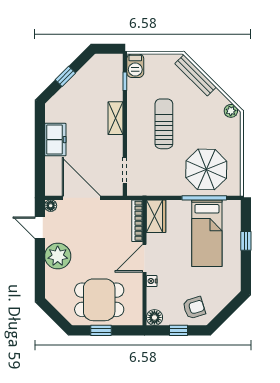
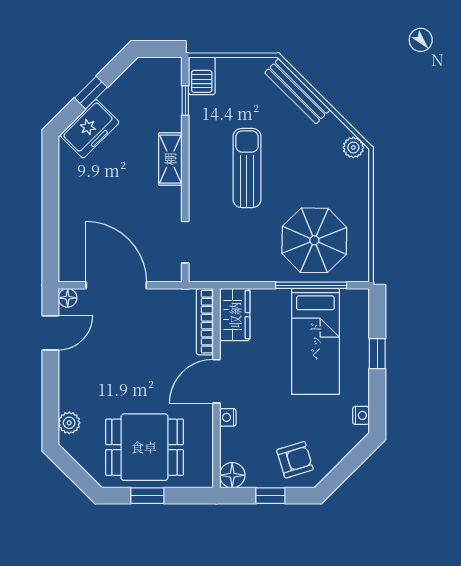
freezer: (55, 140) -> (90, 129), moved, turned 45
door: (40, 228) -> (50, 333), swing flipped
plant: (58, 256) -> (69, 423), moved, width x0.53, depth x0.53
nightstand: (236, 280) -> (361, 415), added

